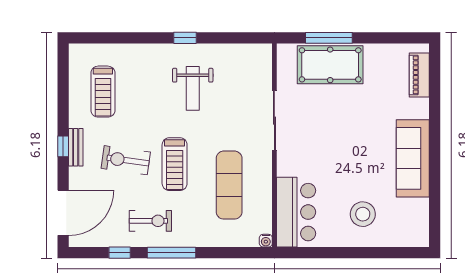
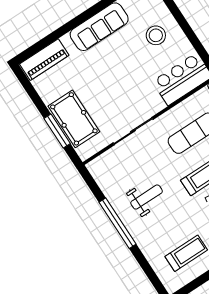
window: (185, 38) -> (117, 223), width x3.17
piano: (419, 75) -> (44, 60), width x1.37, depth x1.33

